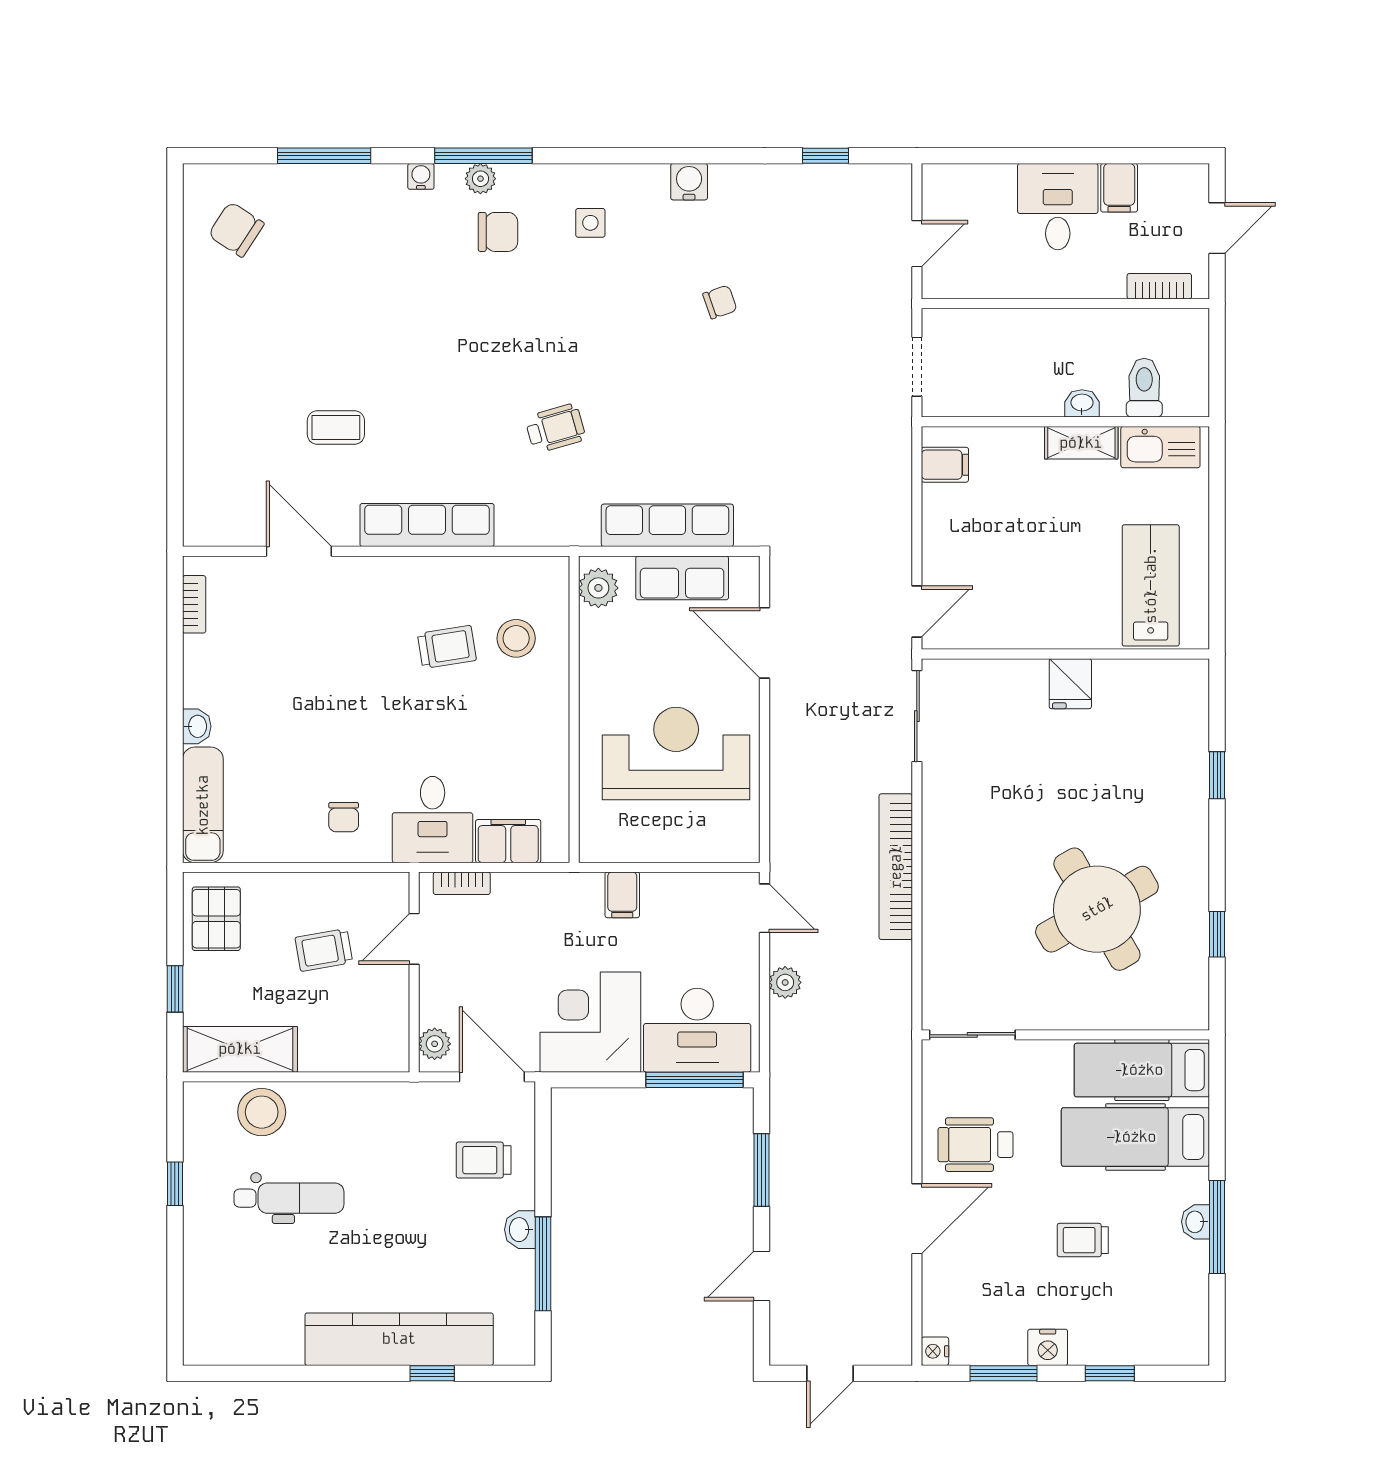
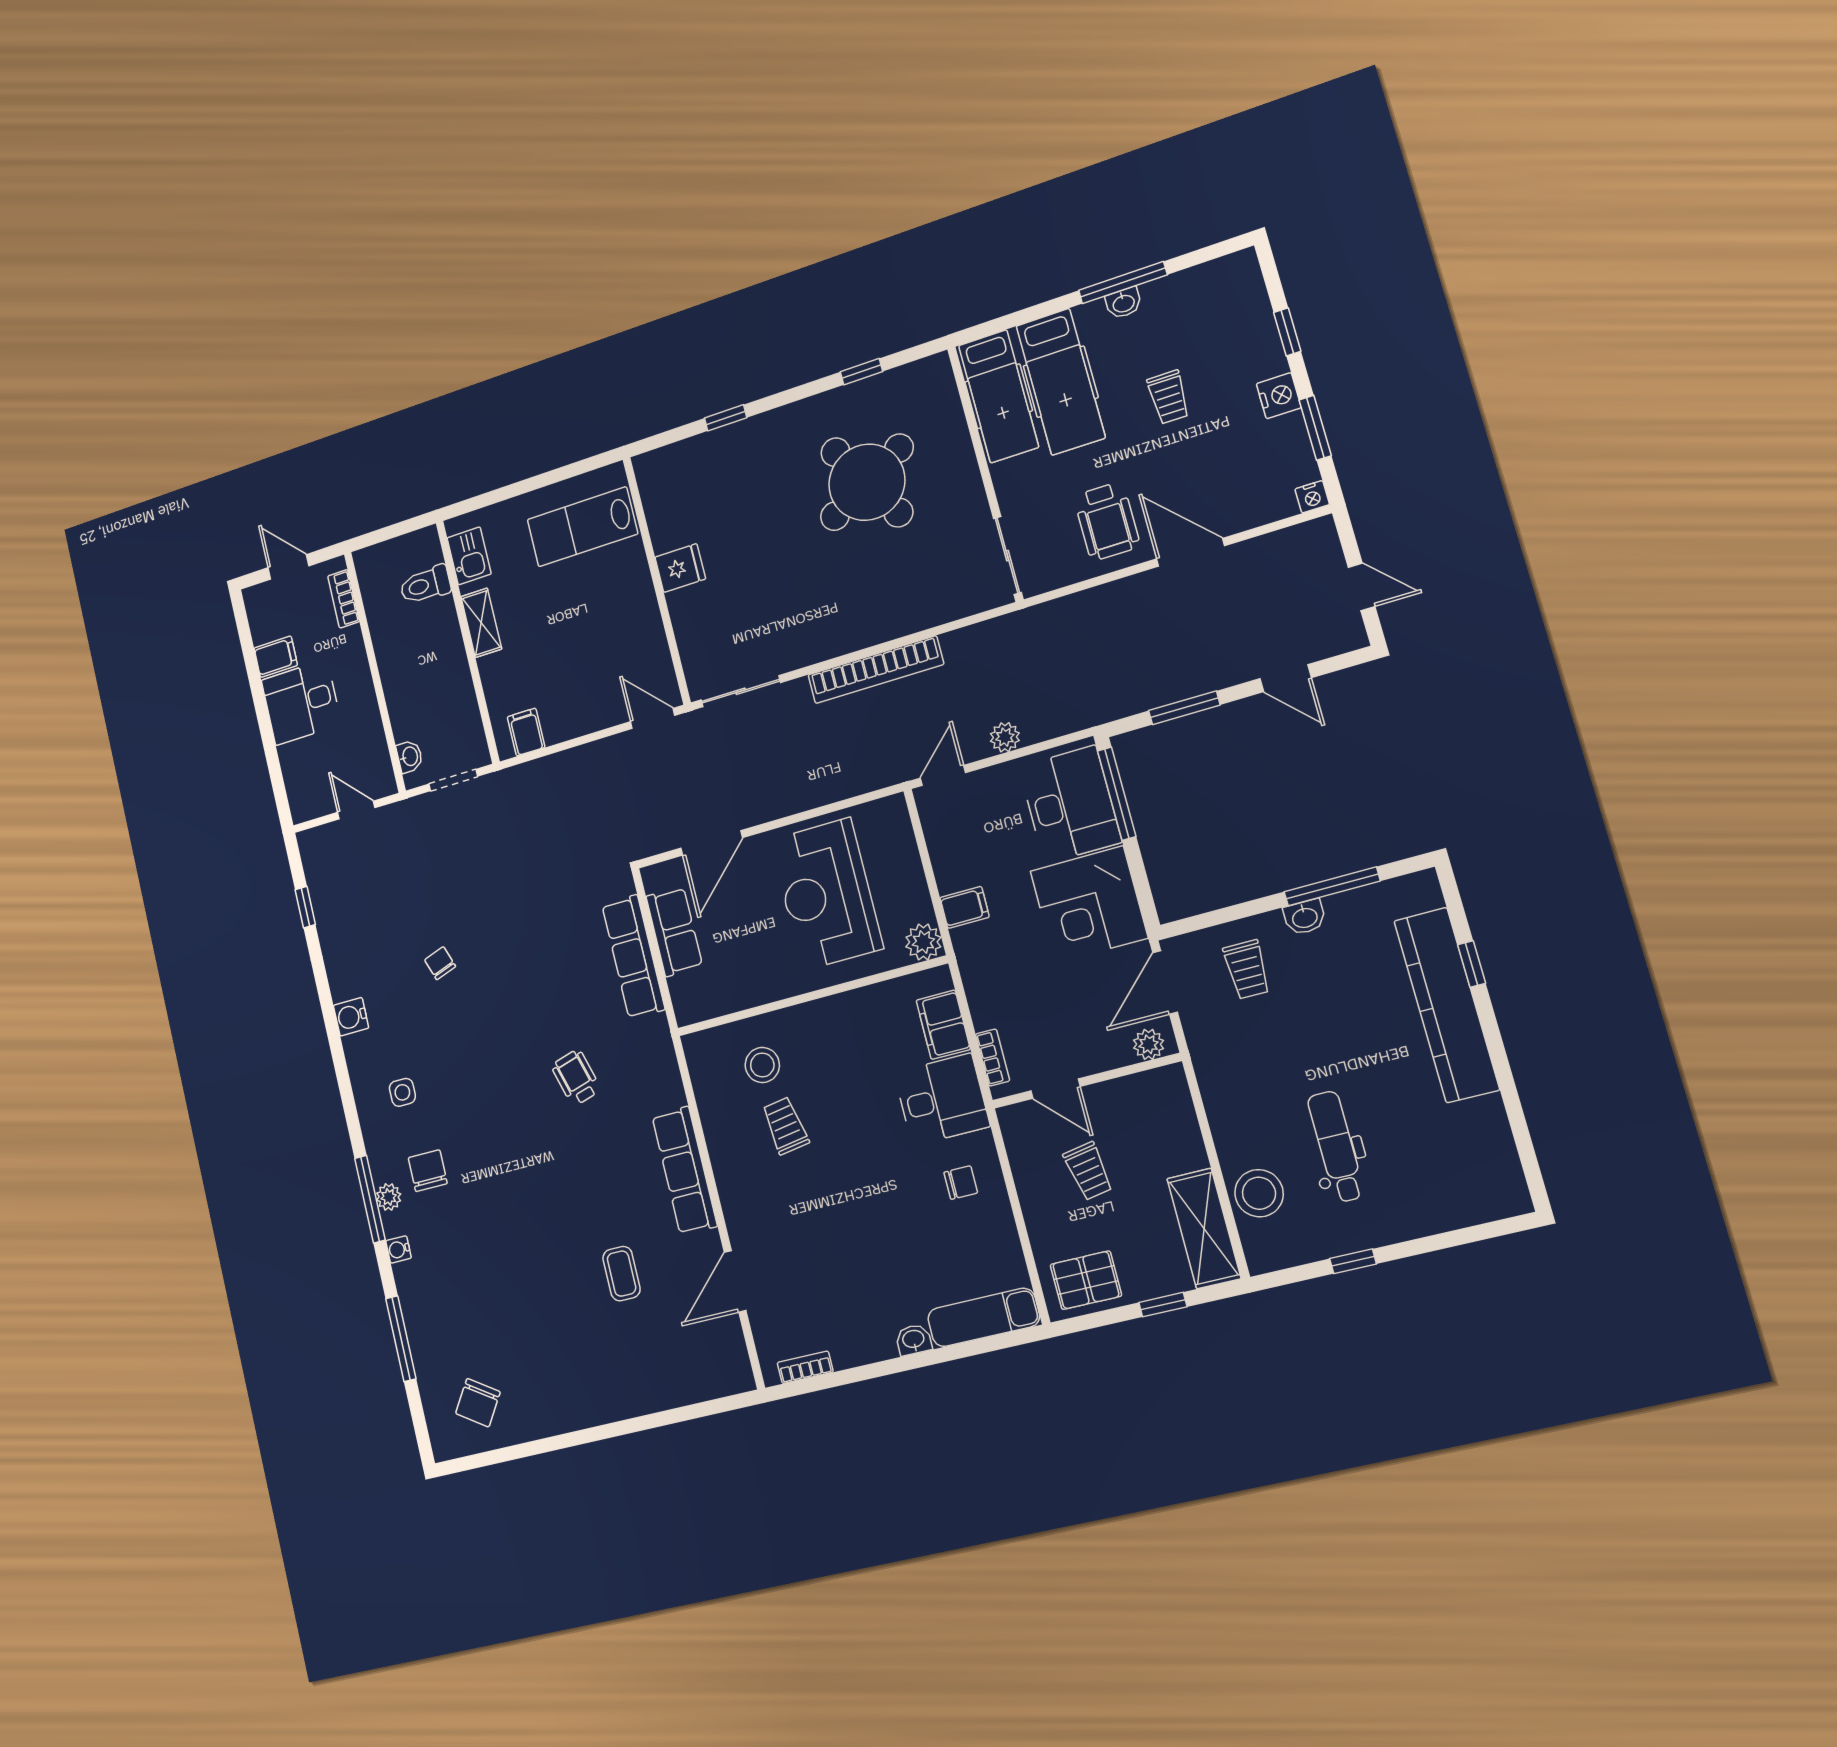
washbasin: (1082, 403) -> (410, 756), moved, turned 180
kitchen sink: (1160, 447) -> (469, 556), width x0.73
plant: (598, 588) -> (923, 942), moved

